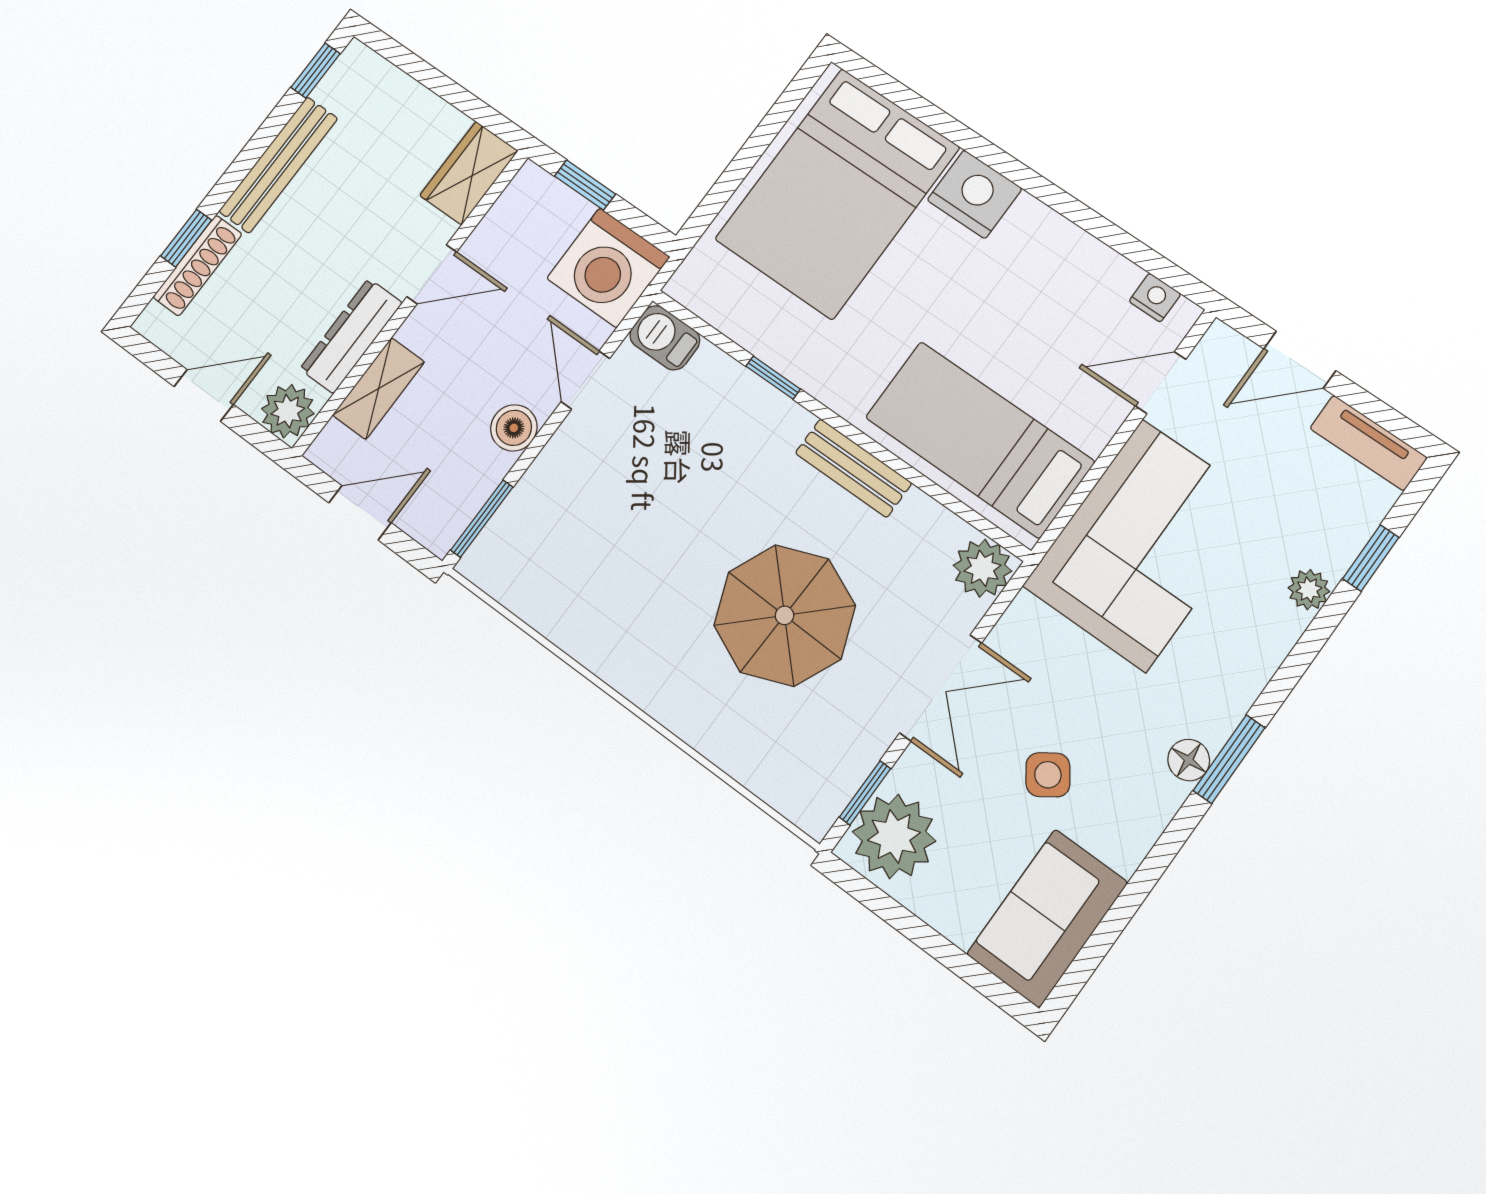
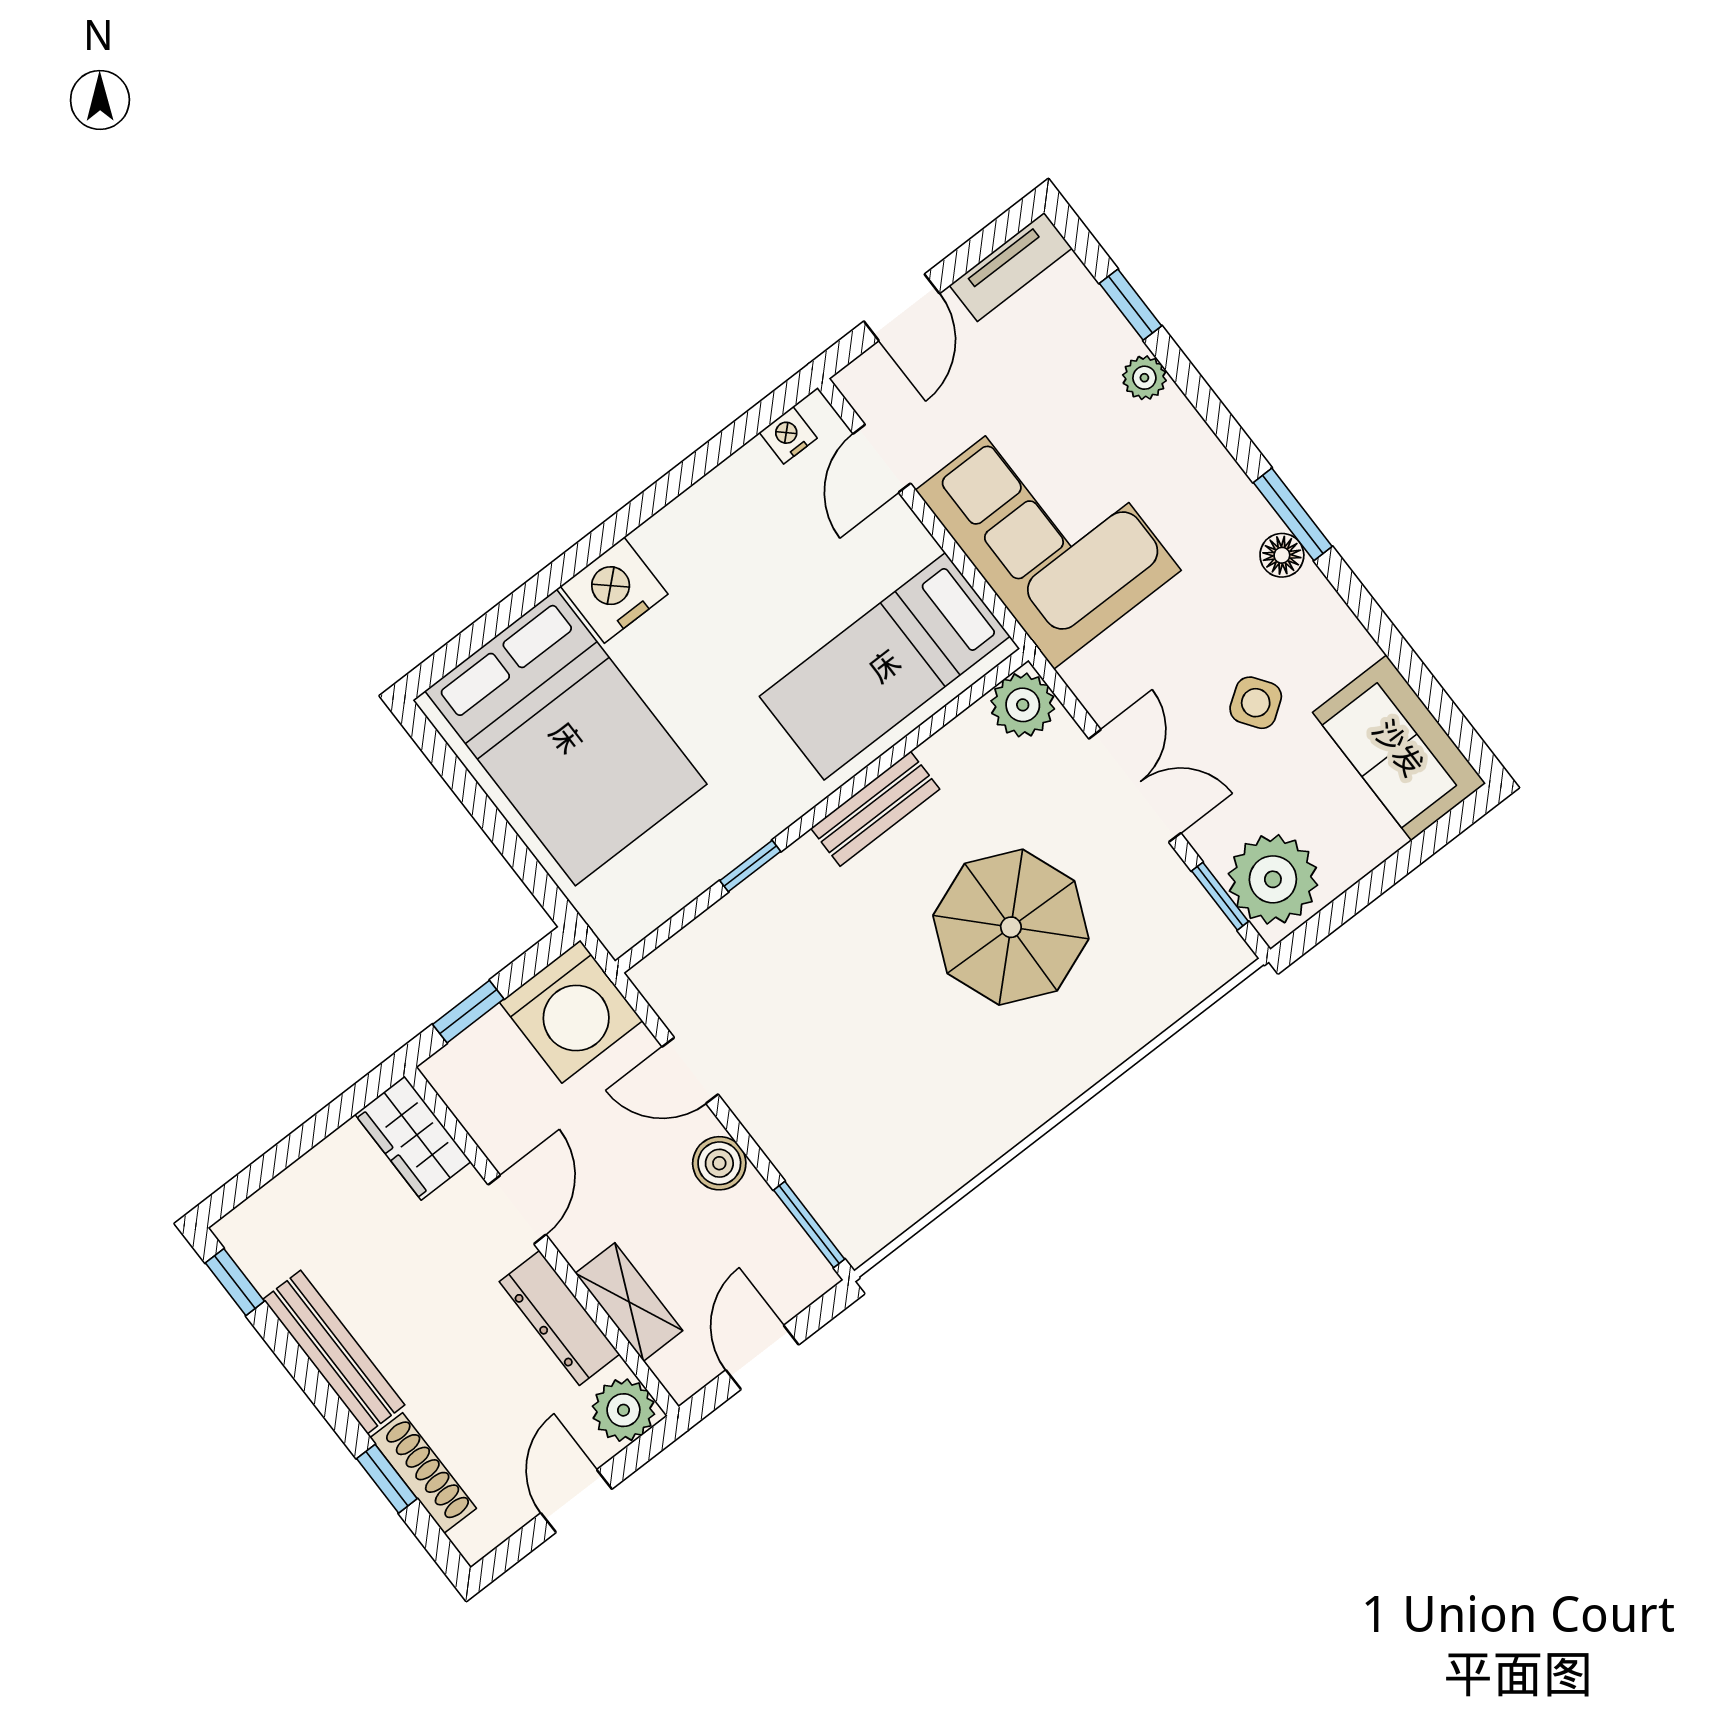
barbecue: (665, 338) -> (670, 971), removed

